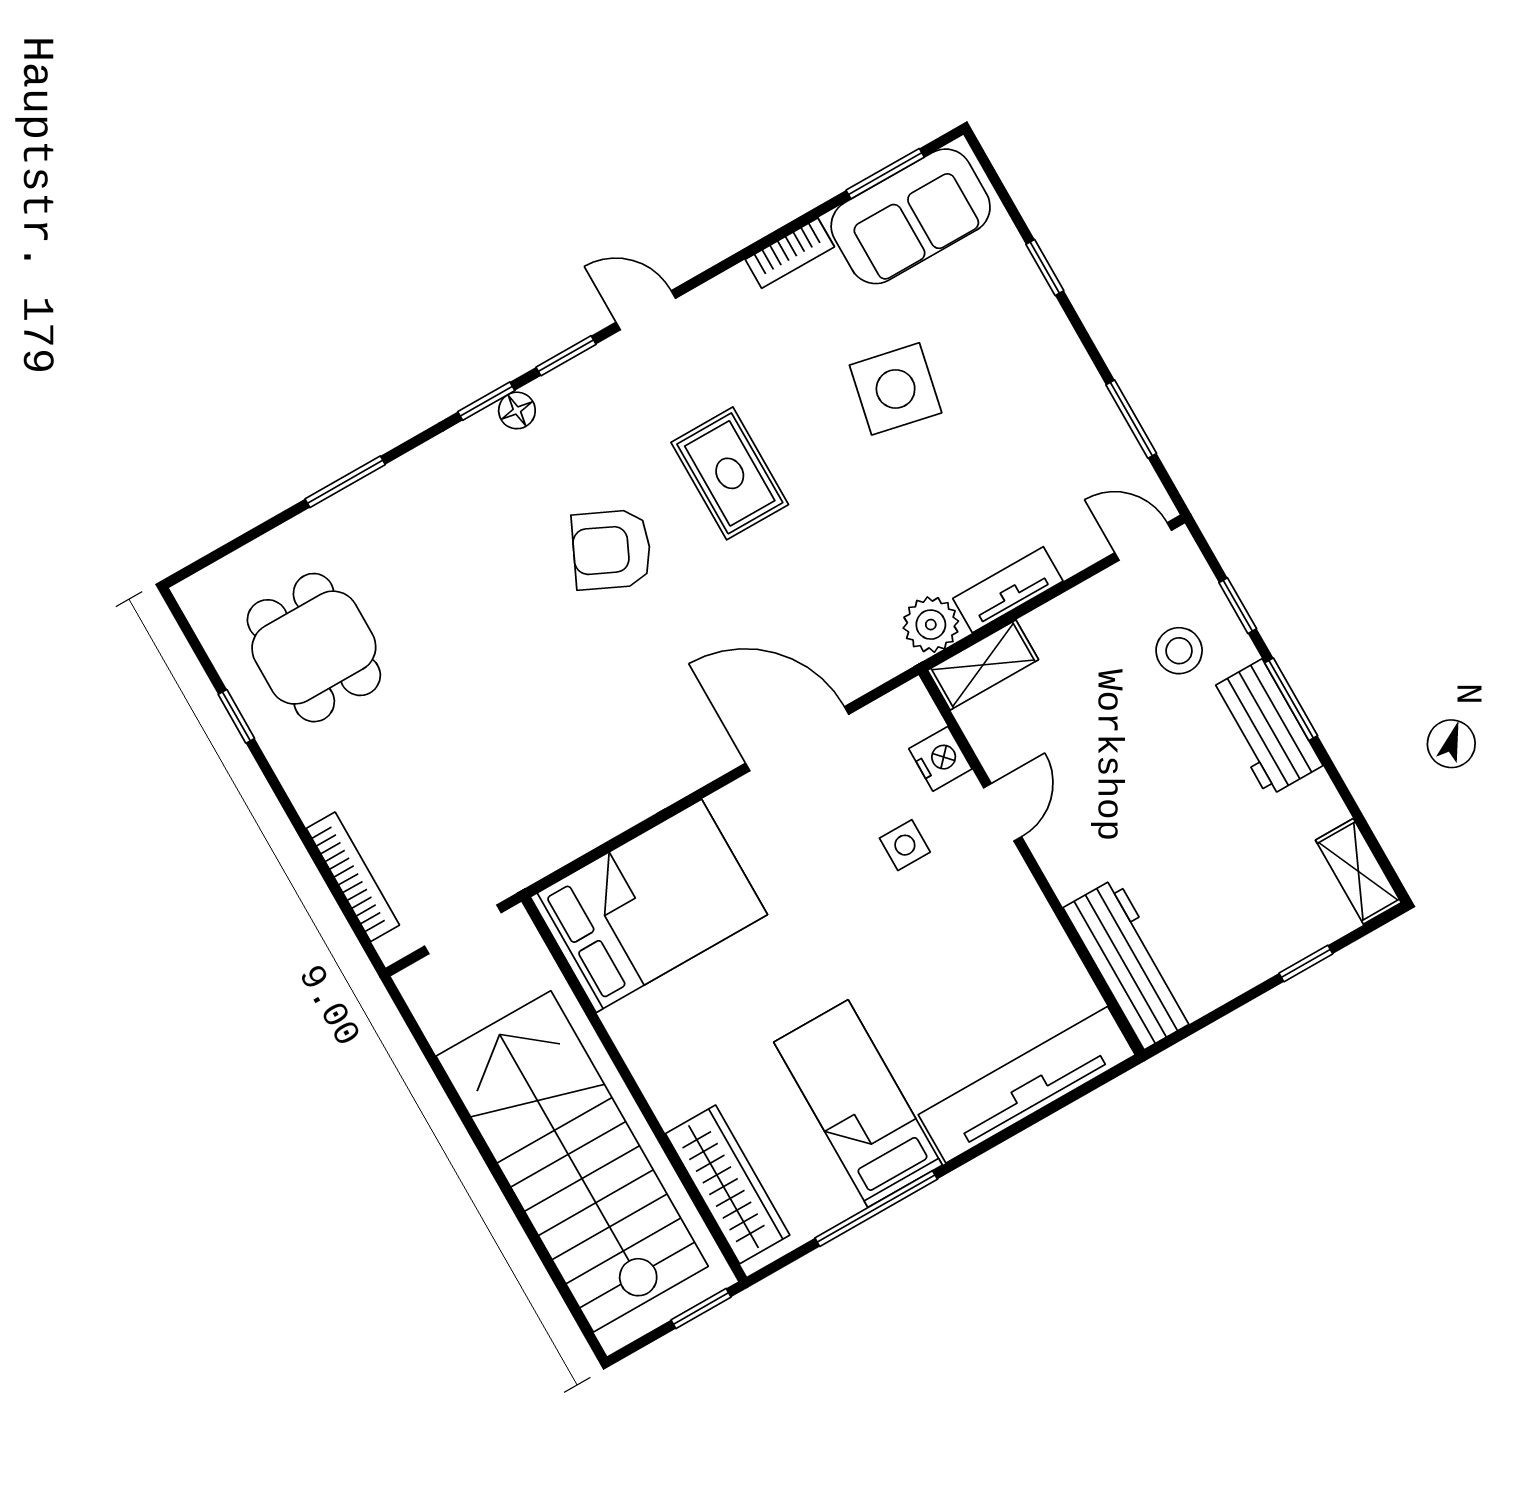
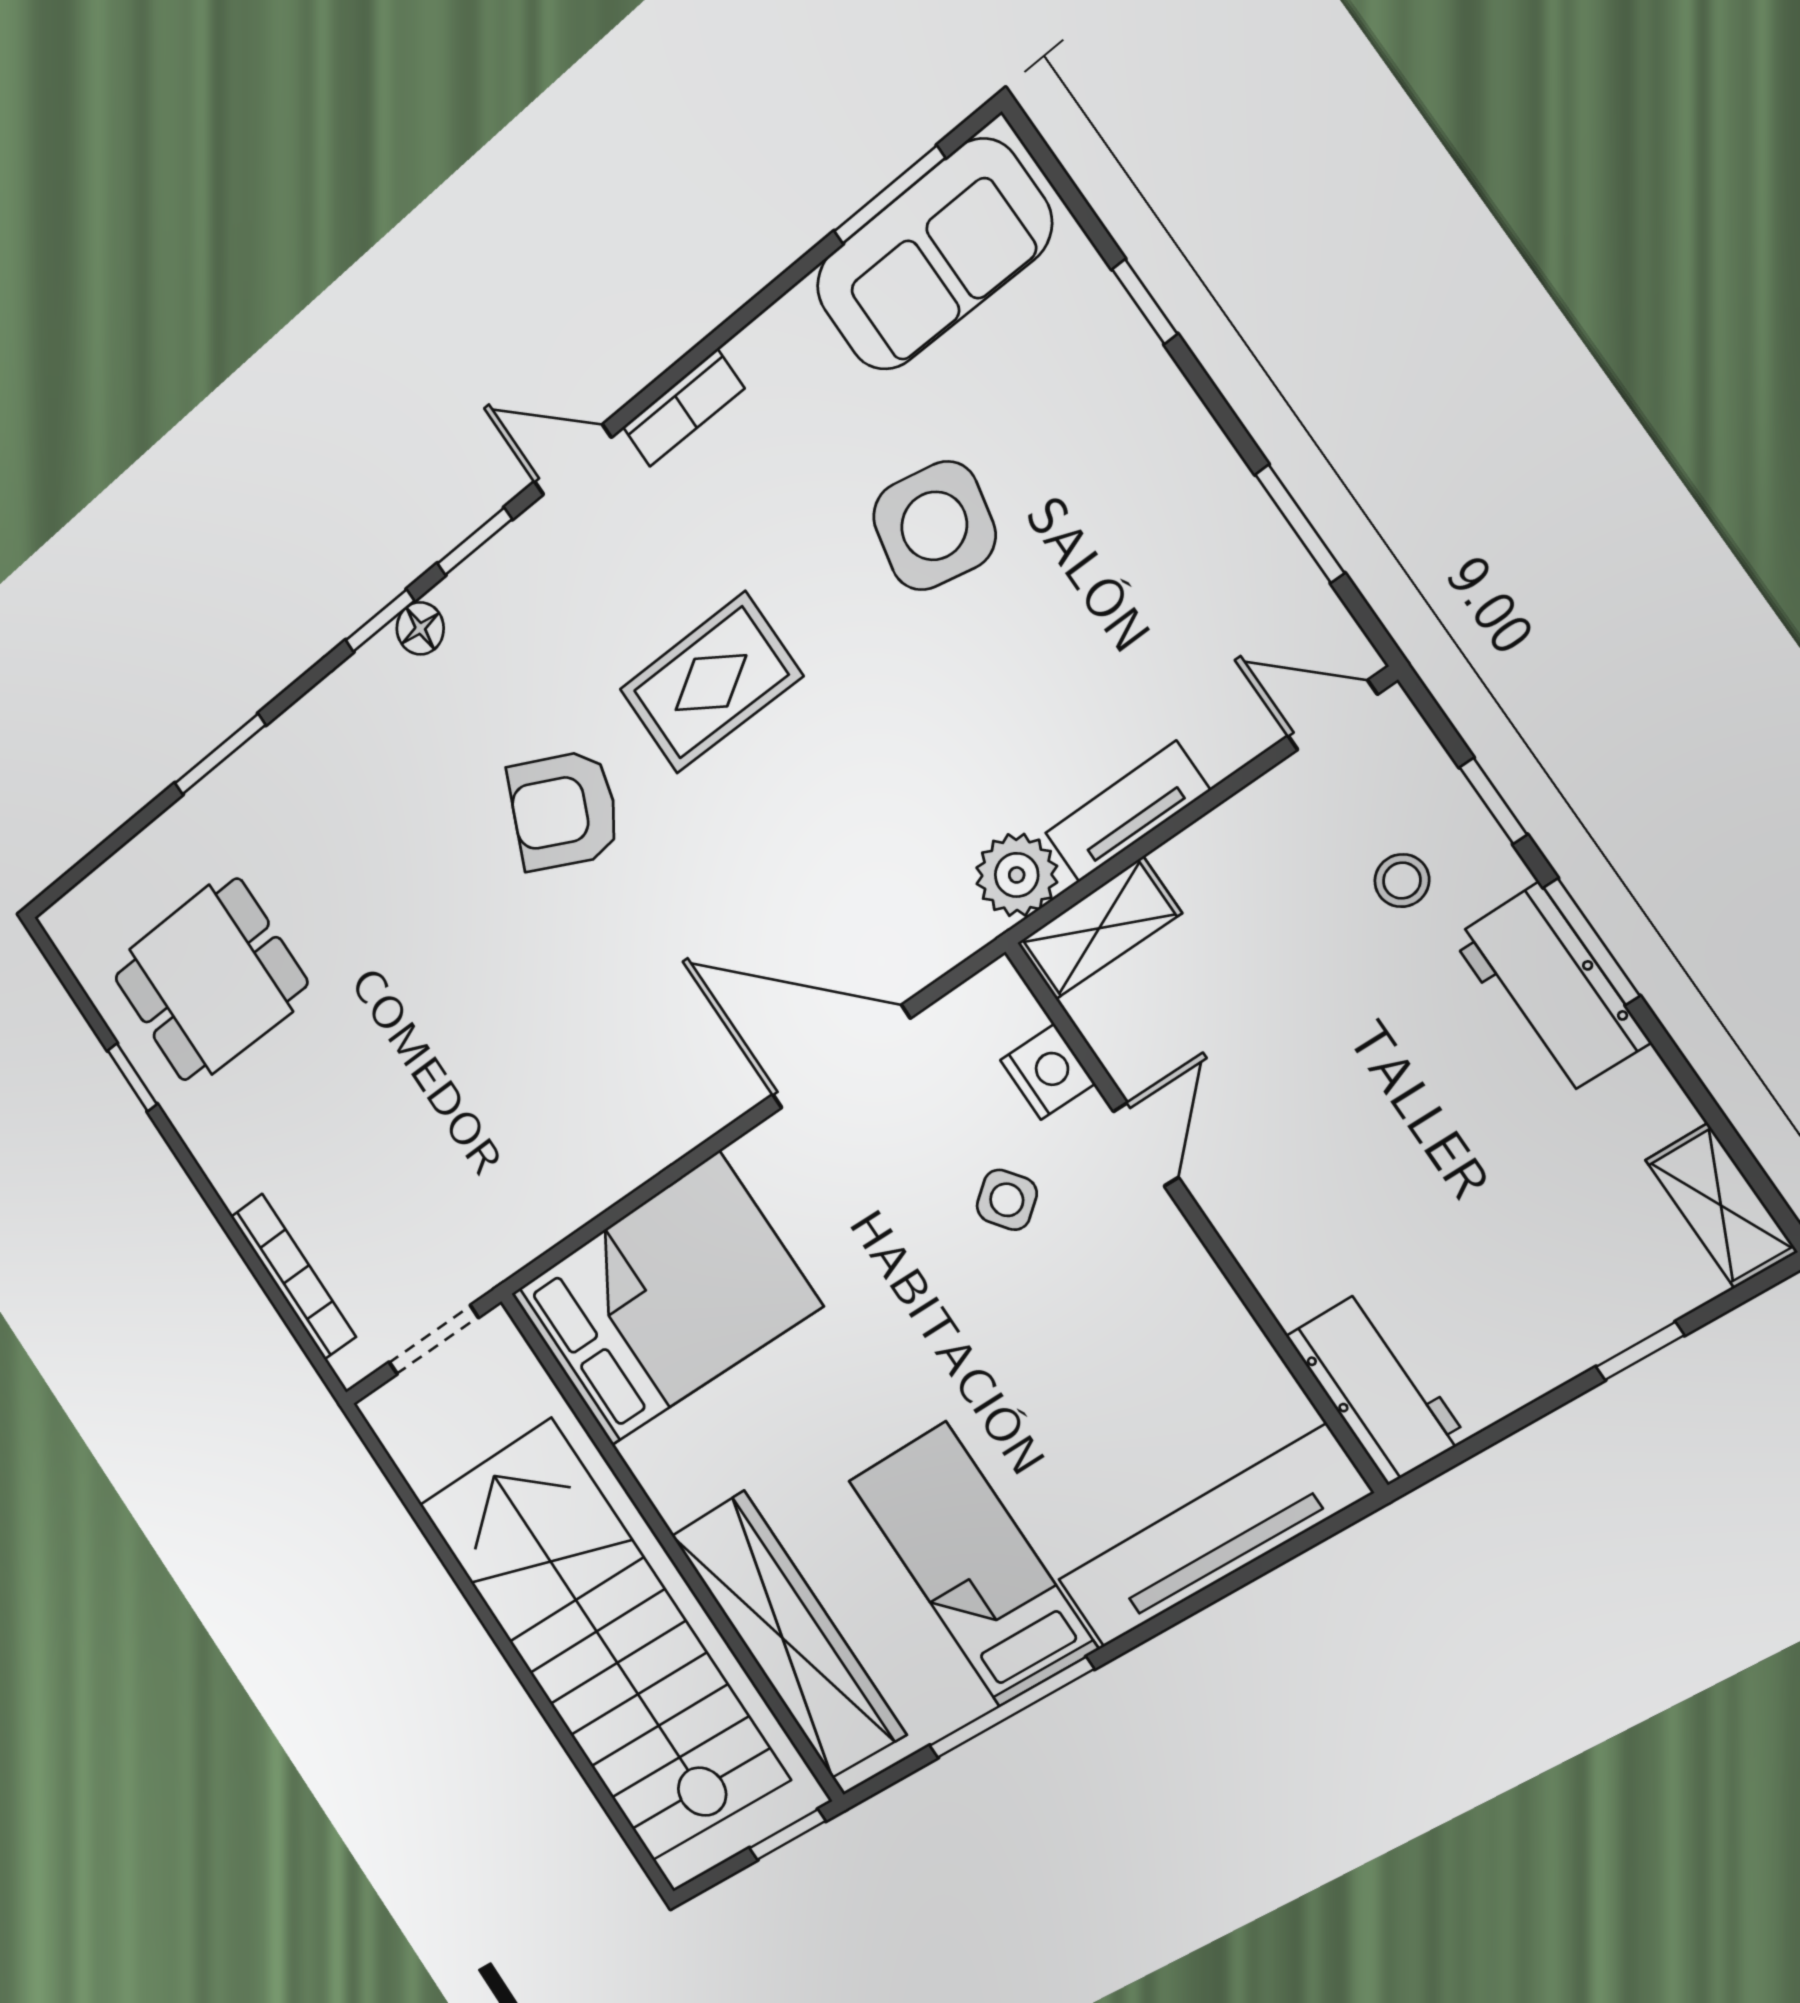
bookcase: (790, 253) -> (683, 408), moved
rug: (730, 473) -> (711, 683), turned 90
dining table: (314, 648) -> (211, 980), turned 90
stool: (1179, 651) -> (1402, 881), width x0.73, depth x0.73
side table: (905, 845) -> (1007, 1200), turned -38
workbench: (1130, 964) -> (1376, 1387), width x0.73
wardrobe: (728, 1184) -> (788, 1634), width x1.40, depth x1.17

